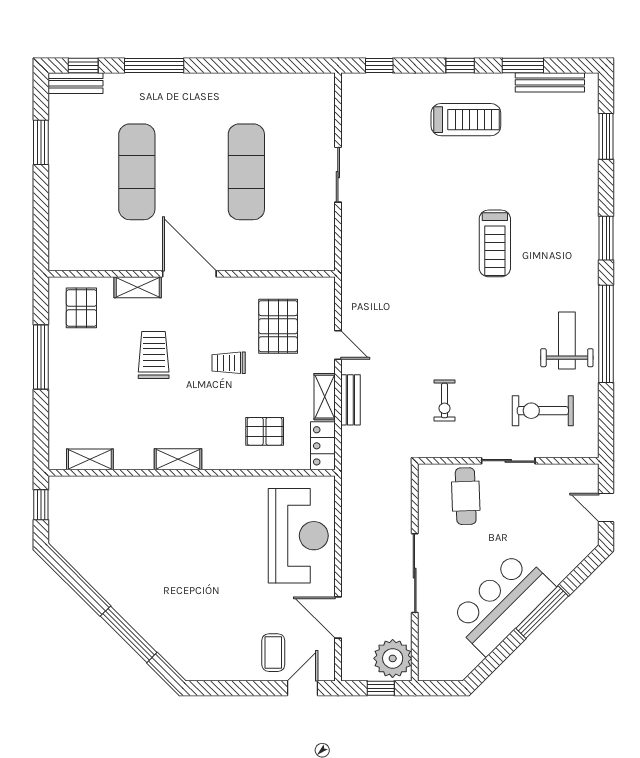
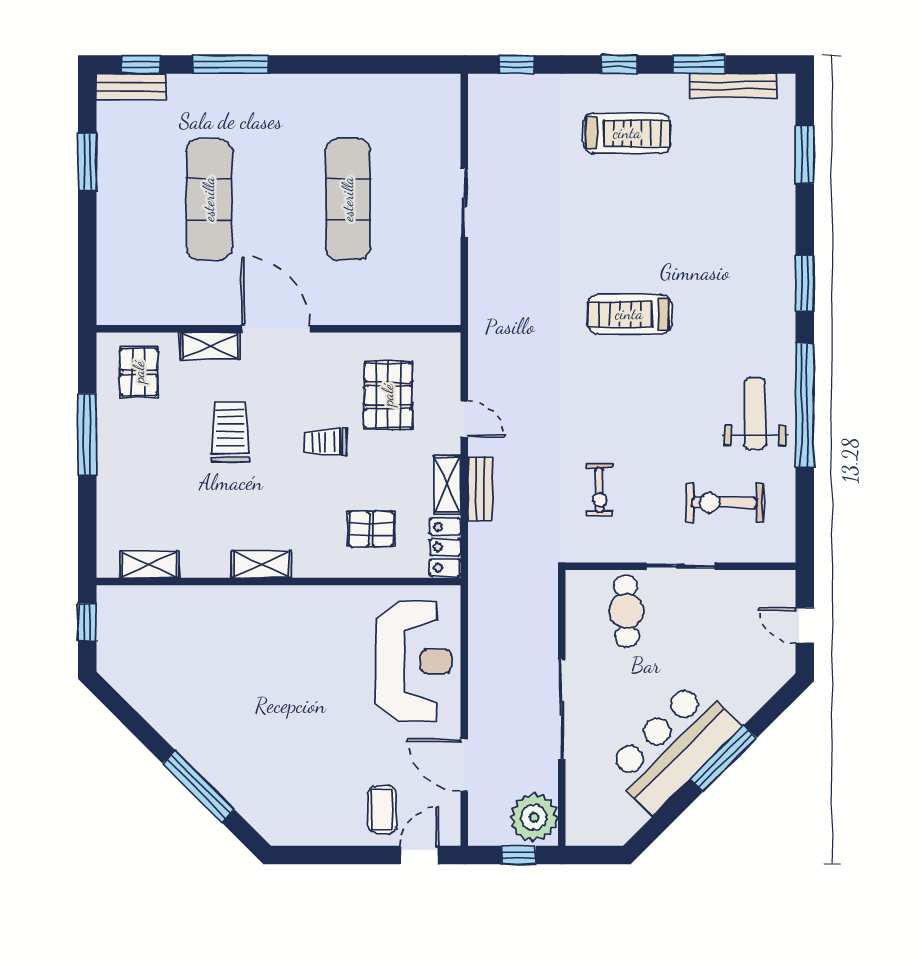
treadmill: (495, 243) -> (629, 314), moved, turned 90

